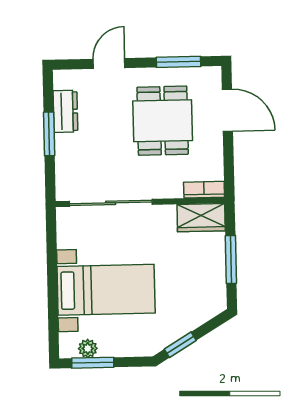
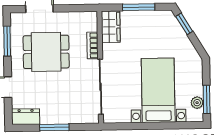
dresser: (65, 111) -> (26, 117), moved
bookcase: (204, 190) -> (92, 45), moved
window: (180, 345) -> (184, 24), moved

